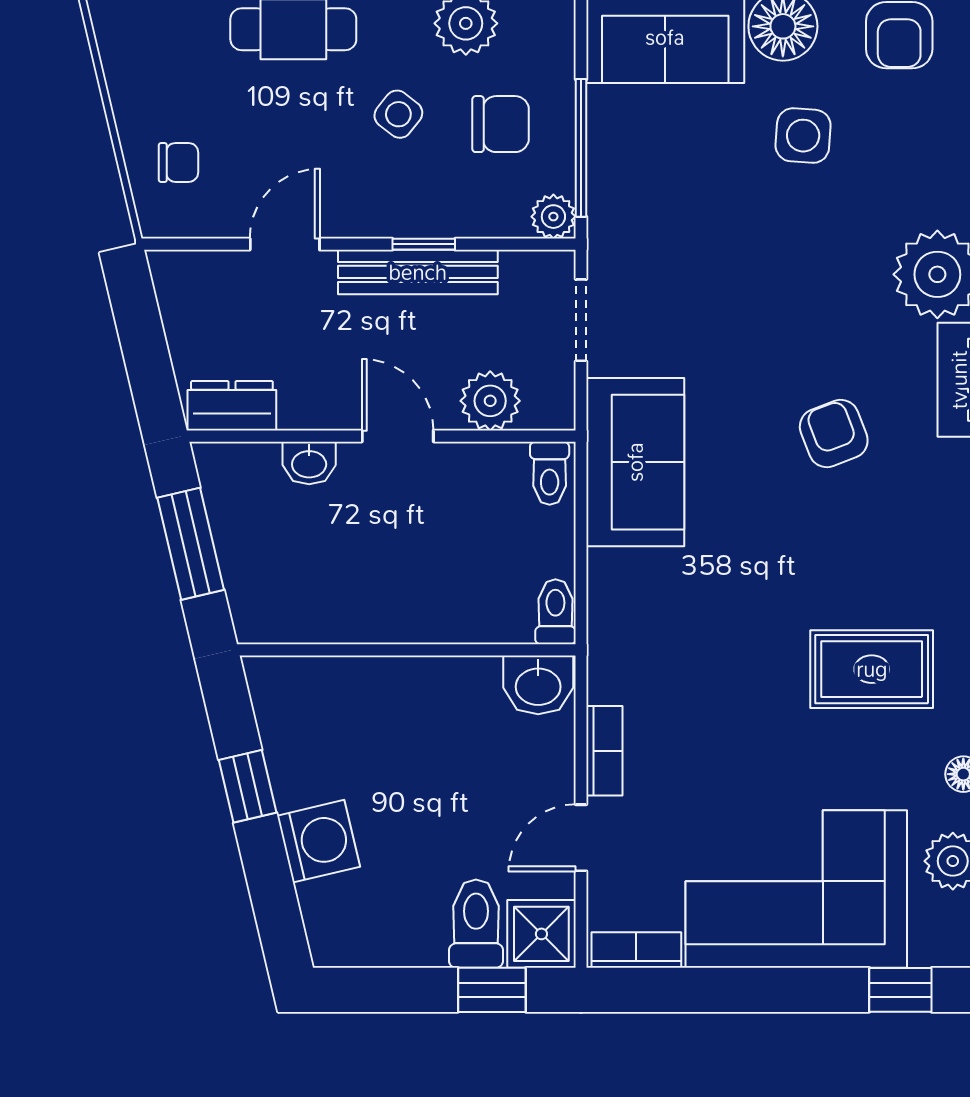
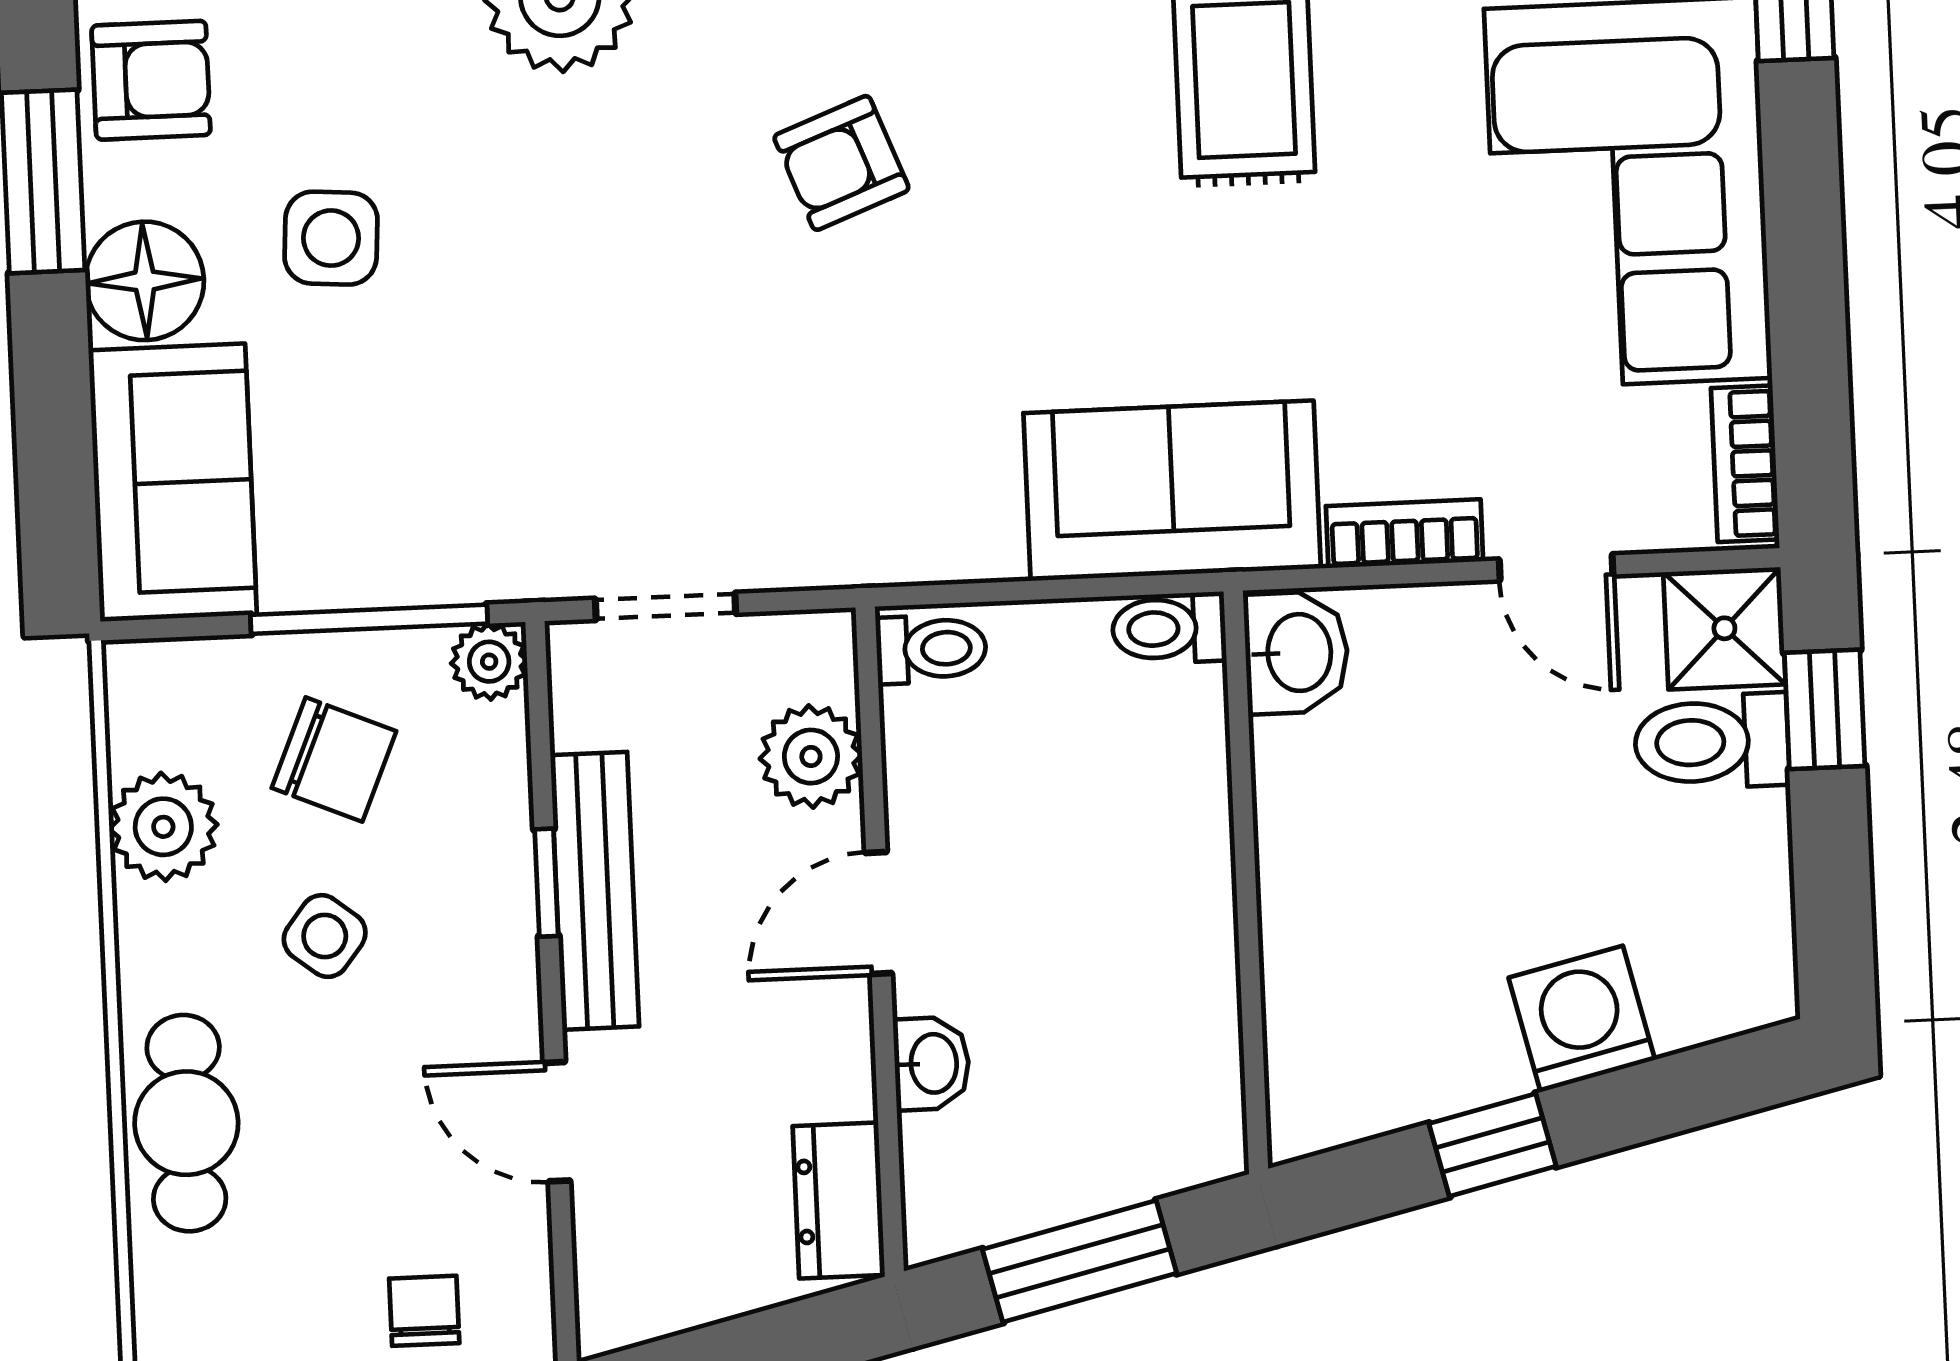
chair: (501, 124) -> (334, 760), turned 113
sofa: (635, 462) -> (1172, 491), moved

